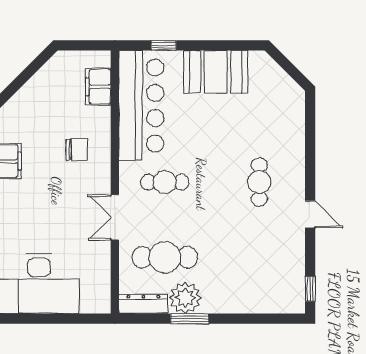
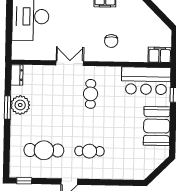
filing cabinet: (98, 87) -> (160, 55), moved
bar counter: (141, 106) -> (146, 81), width x0.73
cafe table: (165, 257) -> (44, 150), moved, turned 90
dresser: (143, 304) -> (17, 75), width x0.70

